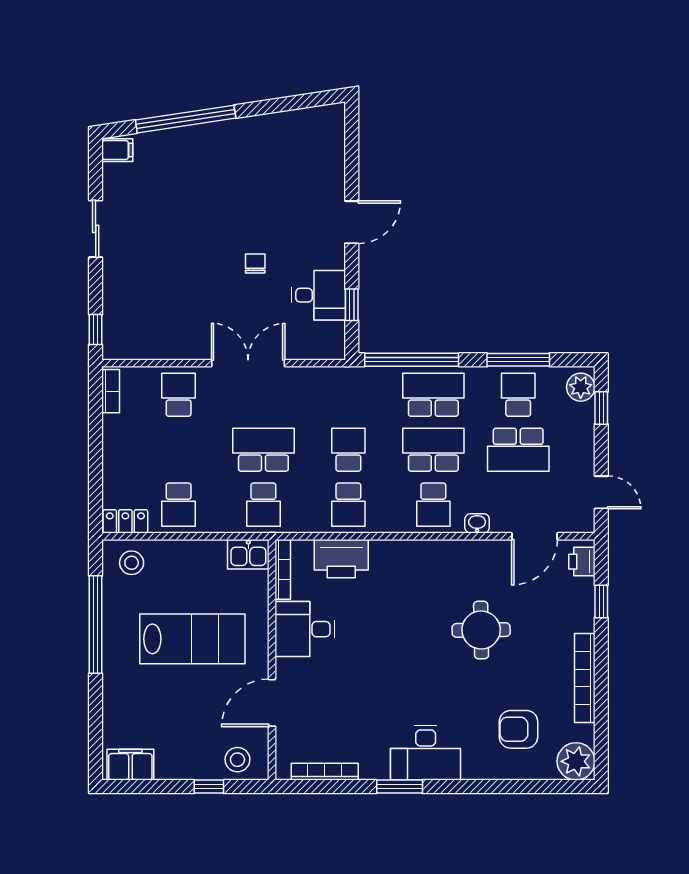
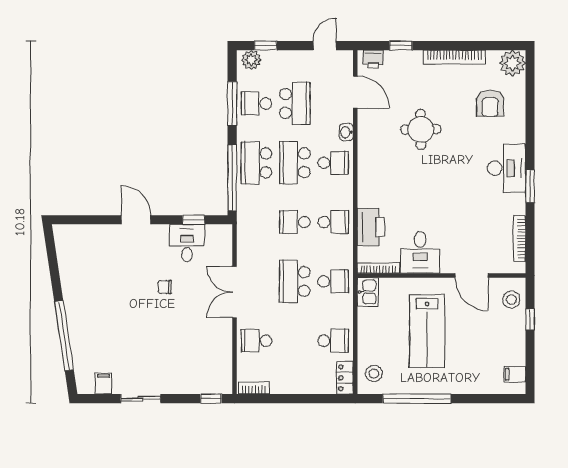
filing cabinet: (117, 150) -> (103, 383), moved
lab bench: (192, 639) -> (427, 331), turned 180
filing cabinet: (130, 765) -> (515, 374), width x0.50

